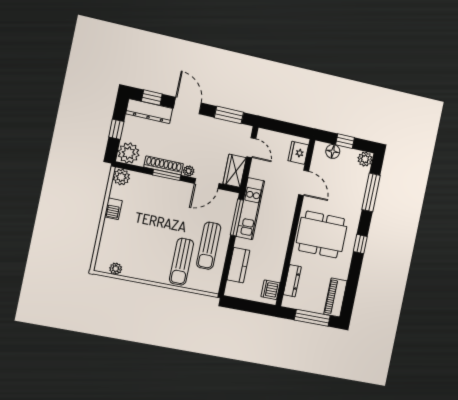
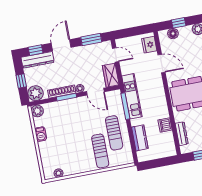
door: (187, 106) -> (61, 45), hinge flipped
door: (207, 183) -> (95, 92), hinge flipped
dishwasher: (270, 290) -> (165, 125), moved

